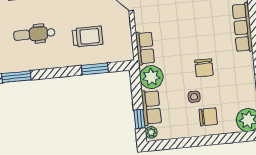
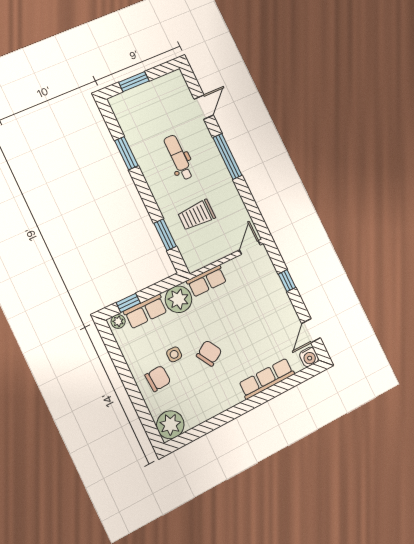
trolley: (88, 37) -> (197, 215), turned 90
chair: (204, 68) -> (209, 353), turned 149
chair: (208, 117) -> (158, 379), turned -94

